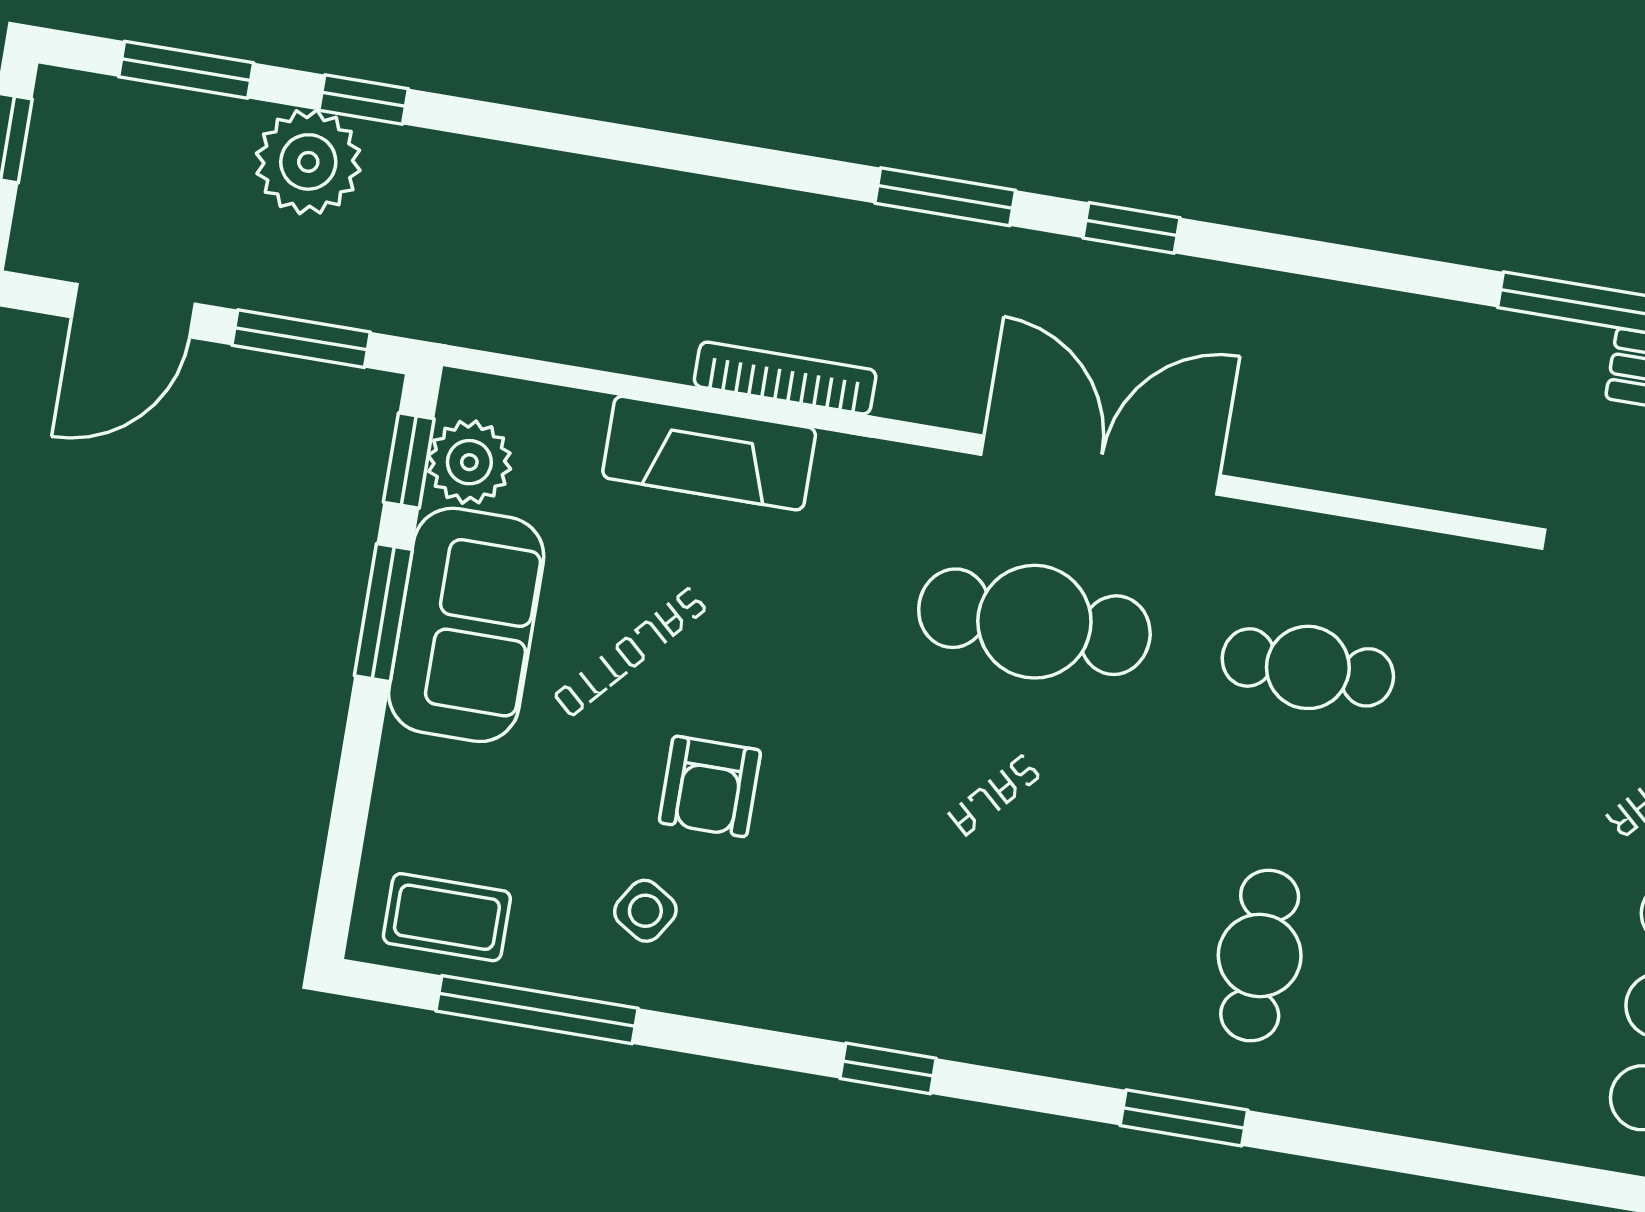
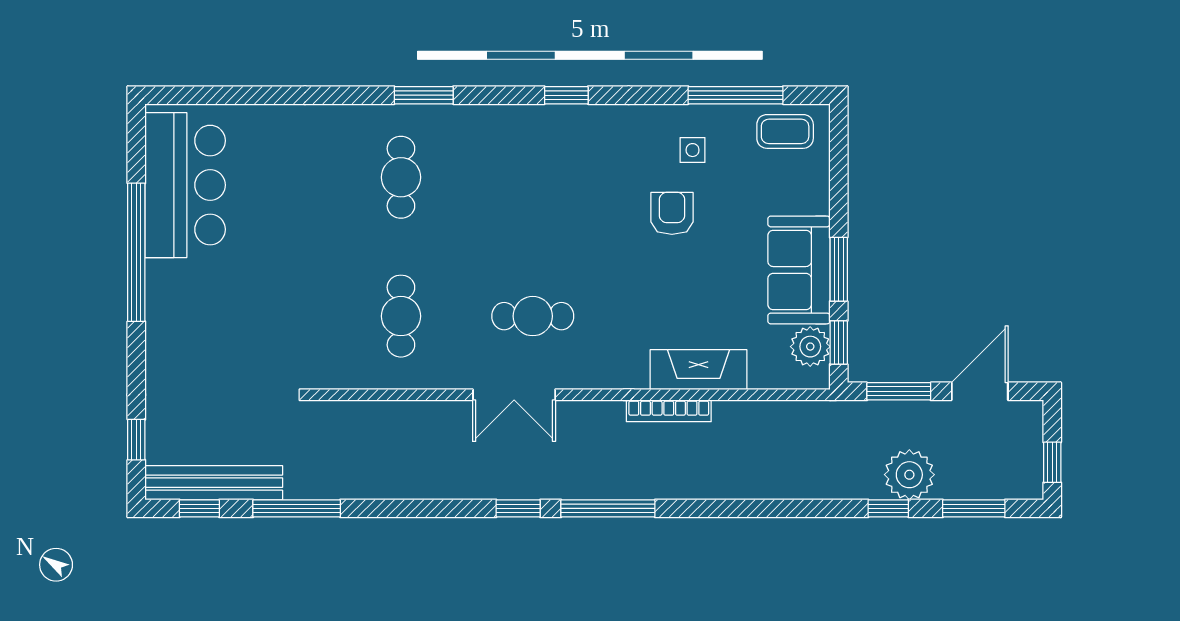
window: (945, 197) -> (608, 508), width x1.44
double door: (1100, 465) -> (514, 395), width x0.73
cafe table: (1034, 622) -> (533, 316), width x0.73, depth x0.74
cafe table: (1308, 667) -> (401, 316), turned 90
side table: (645, 911) -> (693, 150), turned -32

